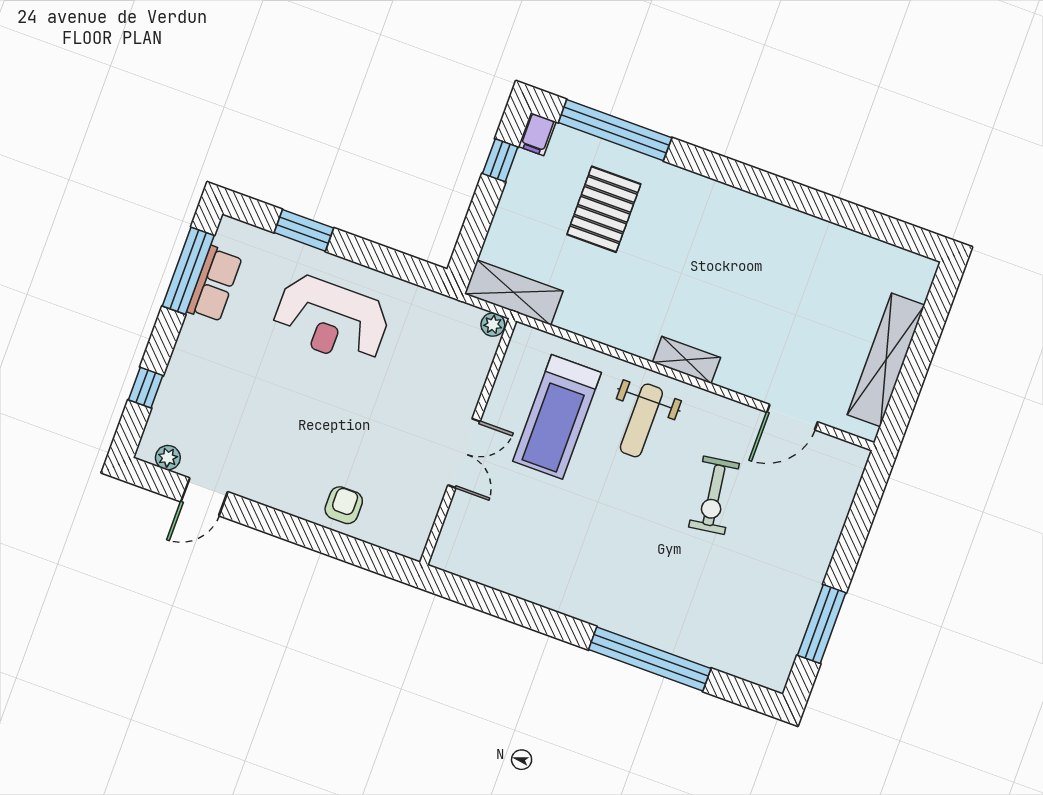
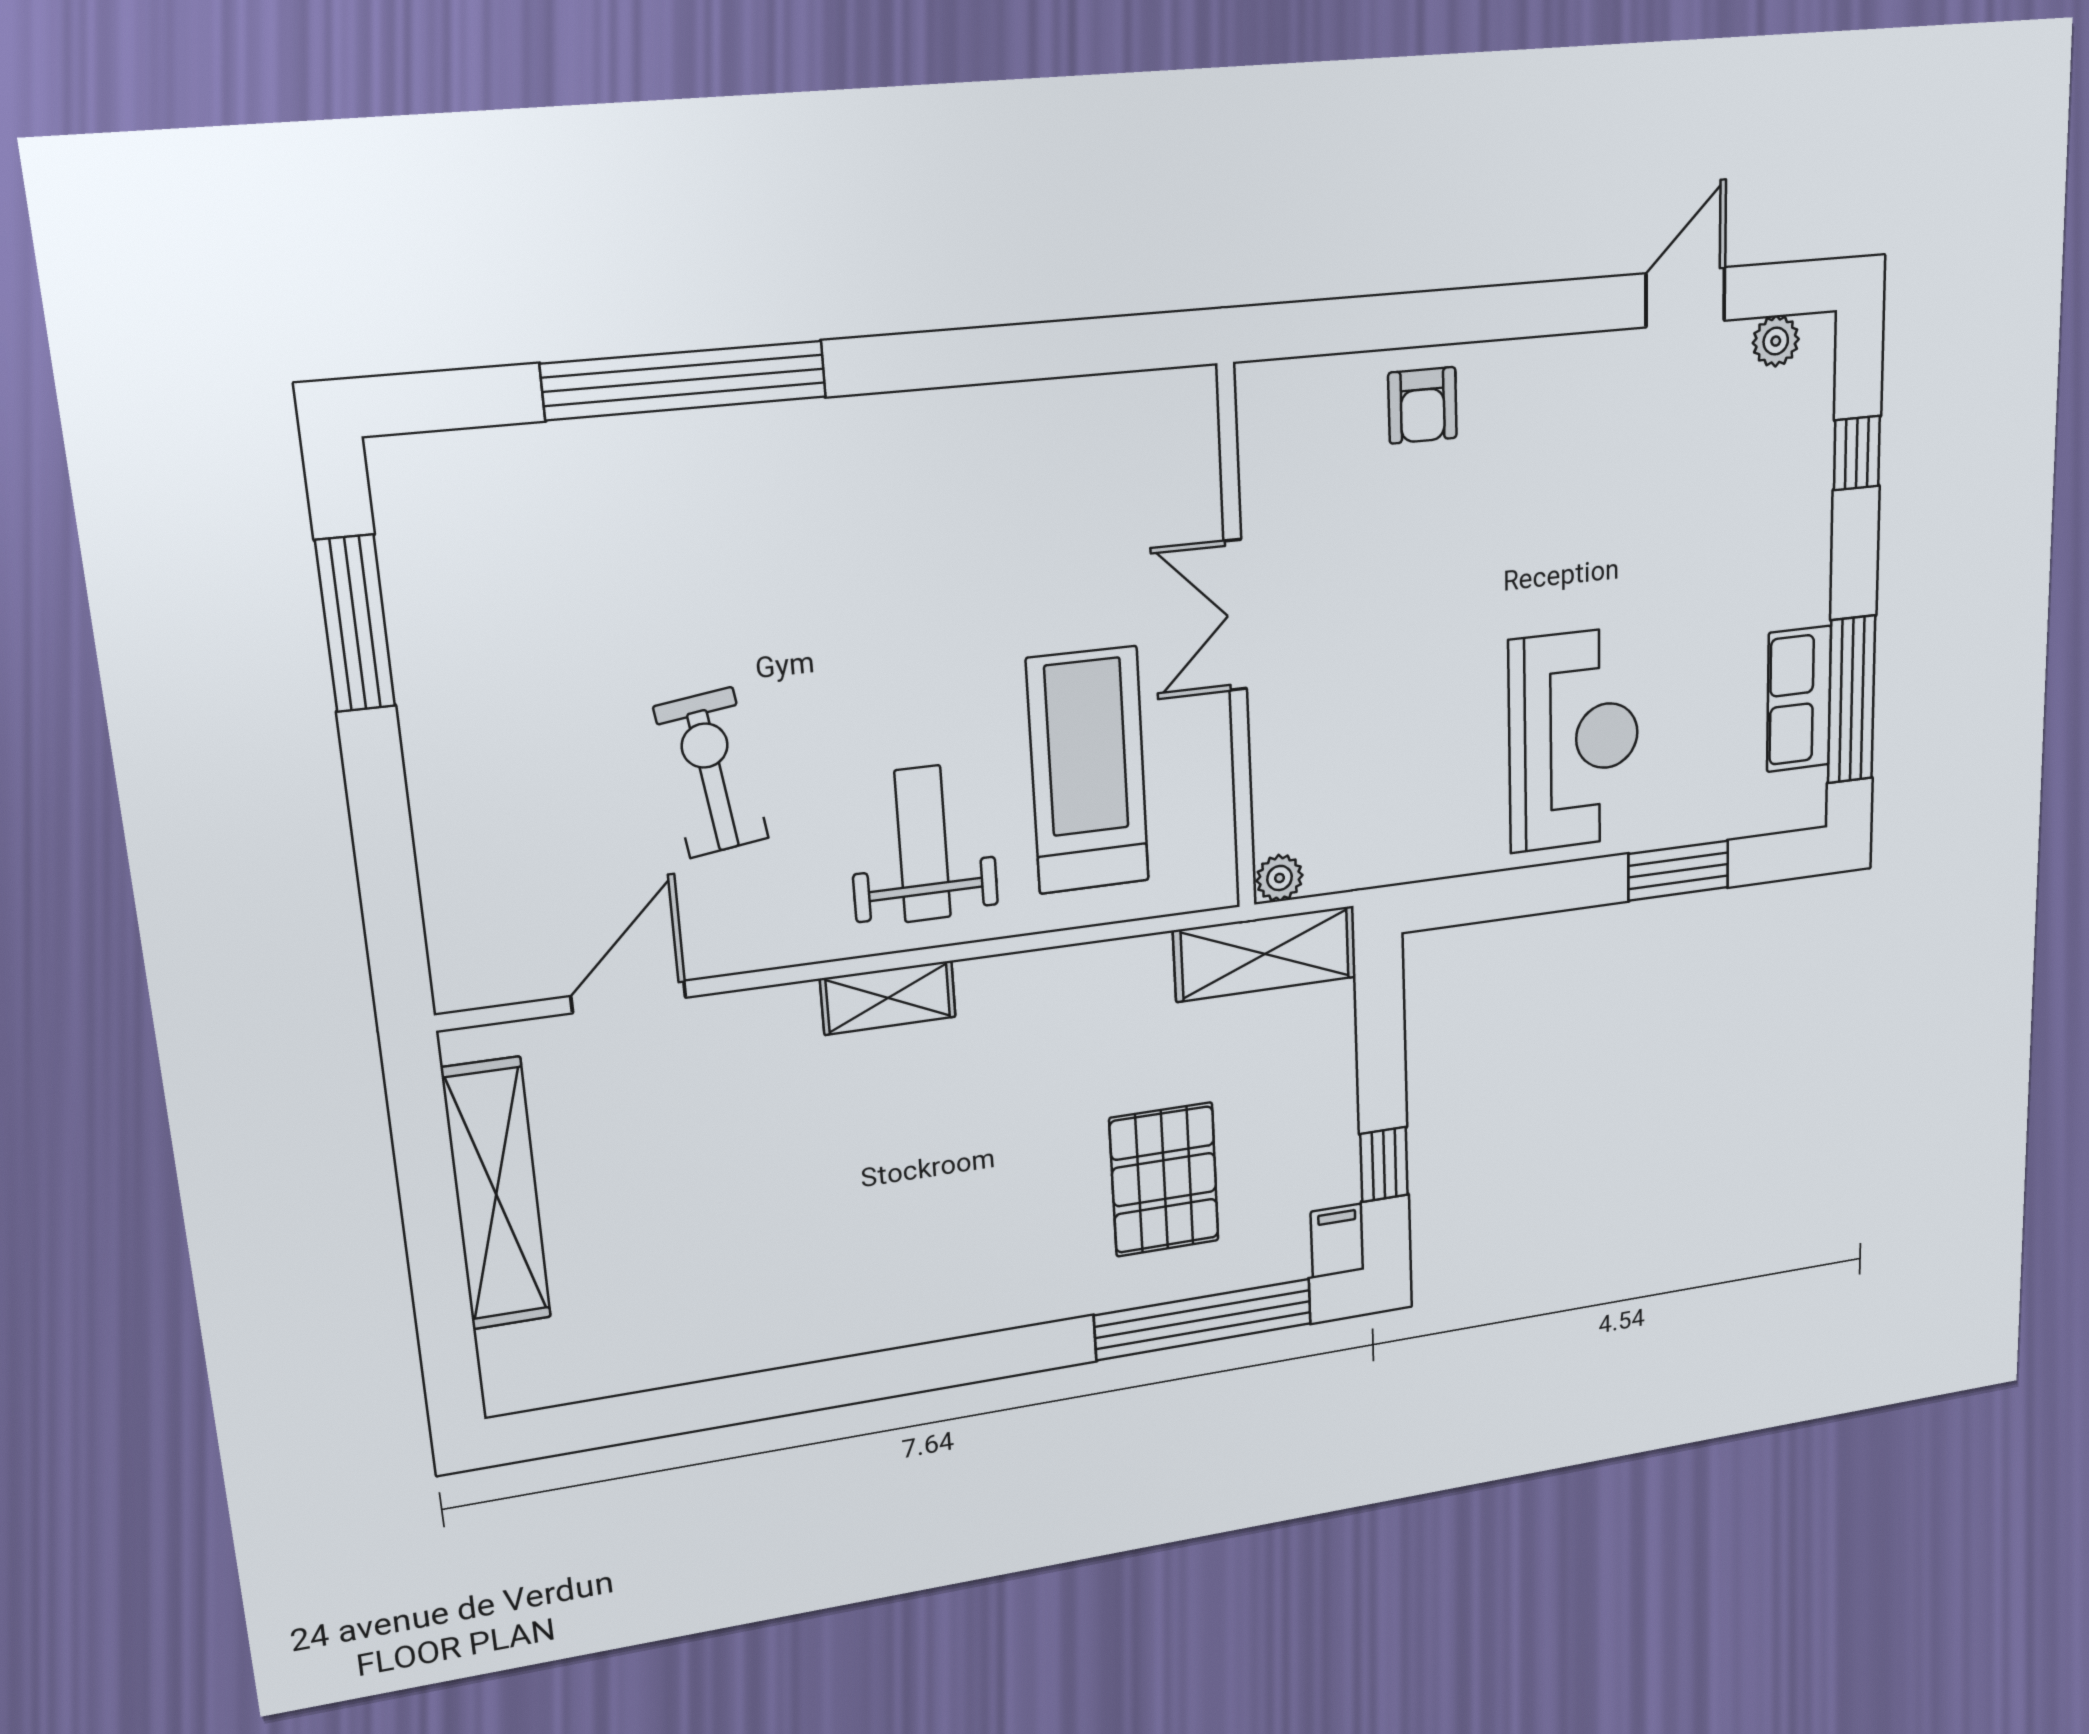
reception desk: (331, 320) -> (1574, 740), turned 90

